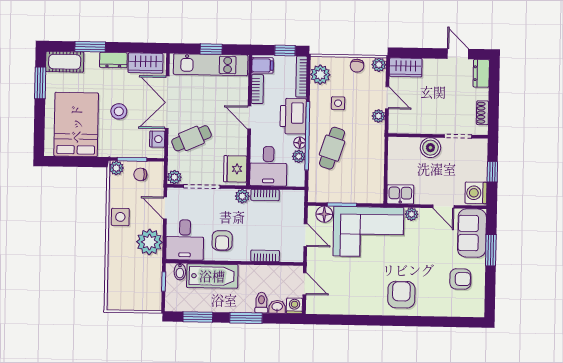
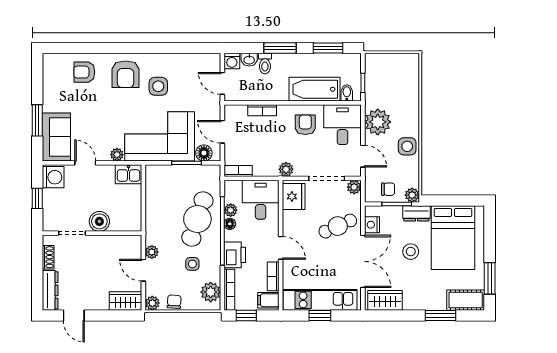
dresser: (113, 60) -> (416, 213), moved, turned 180
dresser: (481, 73) -> (50, 290), width x1.44
printer: (293, 116) -> (235, 255), width x0.73, depth x0.84
cafe table: (332, 148) -> (197, 219), width x1.37, depth x1.35
bookcase: (265, 195) -> (238, 171), moved
armchair: (460, 279) -> (84, 72), moved
side table: (369, 282) -> (158, 86), added

